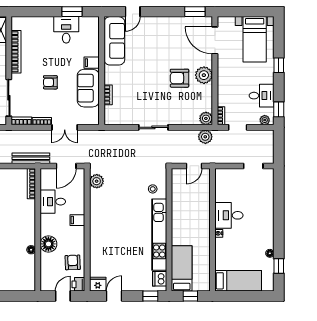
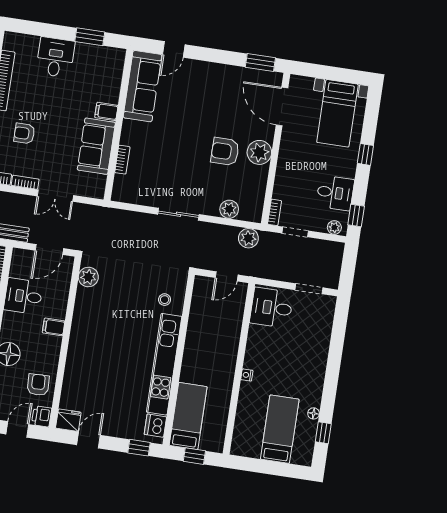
desk: (66, 30) -> (55, 57), moved
armchair: (50, 82) -> (24, 133), moved
plant: (206, 118) -> (229, 209), moved
desk: (229, 215) -> (271, 308), moved
bed: (238, 281) -> (280, 429), moved, turned -90

